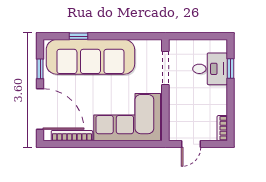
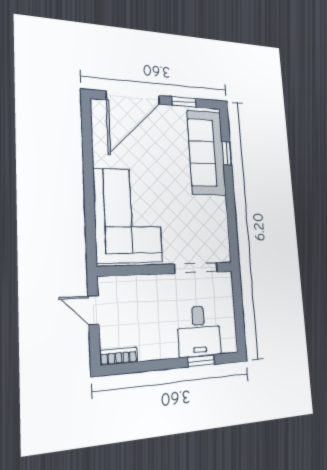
sofa: (90, 57) -> (207, 153), width x0.74, depth x0.79
bookcase: (72, 136) -> (99, 138), removed

